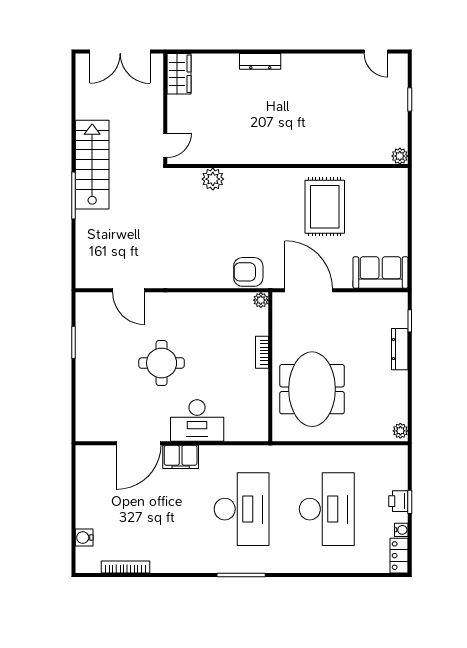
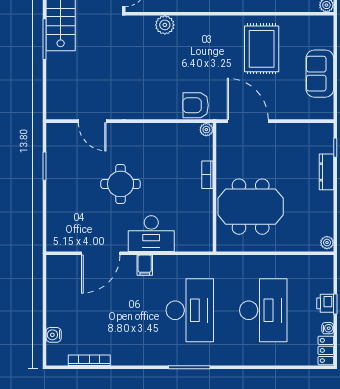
sofa: (381, 273) -> (320, 74), moved, turned -90
meeting table: (312, 389) -> (251, 207), turned 90
filing cabinet: (181, 457) -> (145, 265), width x0.50

